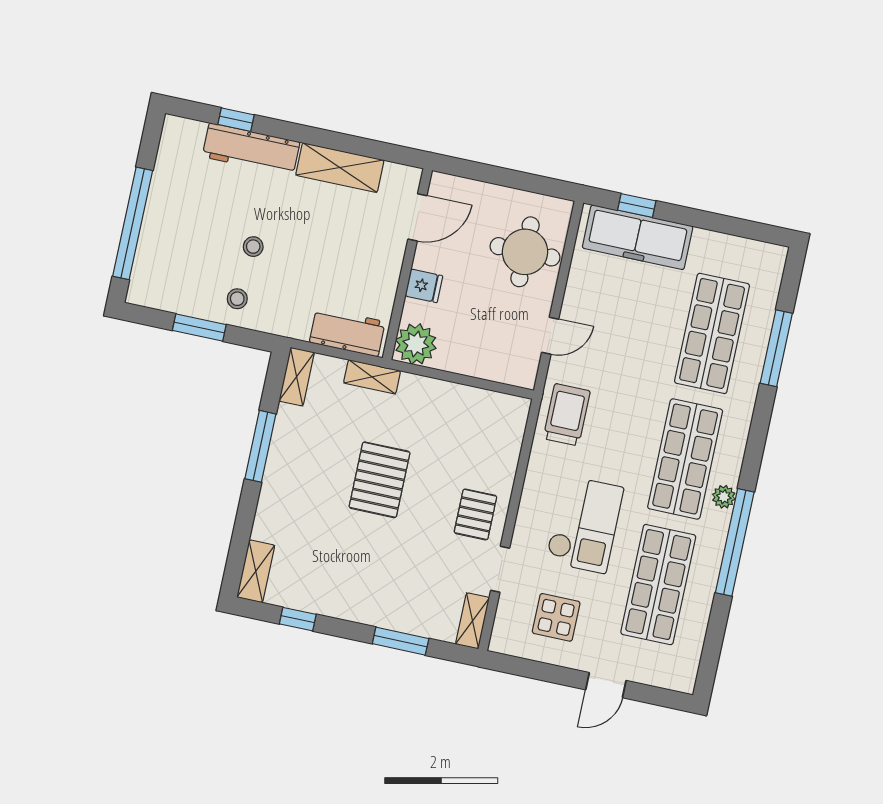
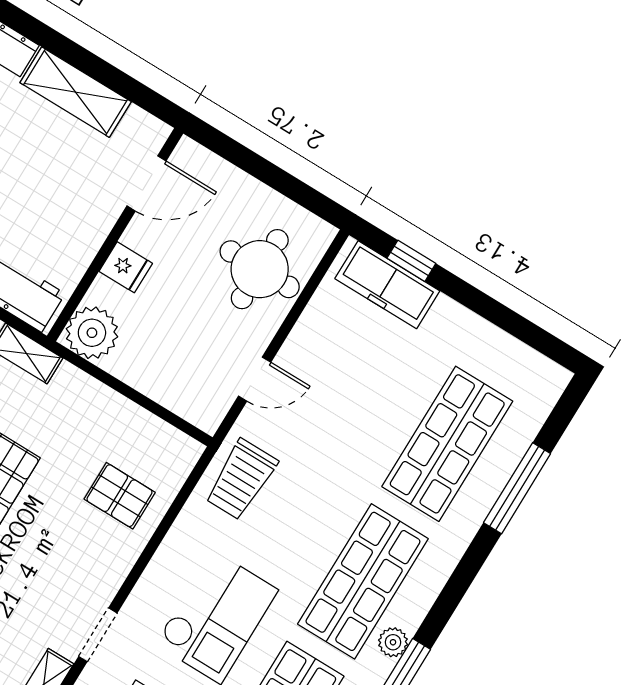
freezer: (638, 237) -> (387, 285), width x0.73, depth x0.79
trolley: (567, 415) -> (241, 480), turned 180
pallet: (475, 514) -> (120, 496), moved, turned 90

